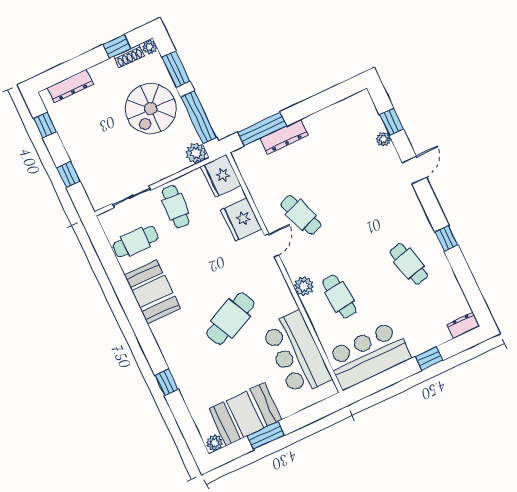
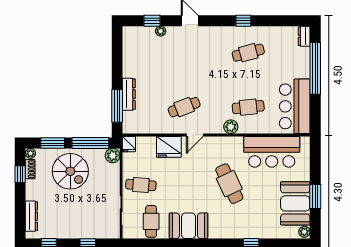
fridge: (221, 176) -> (129, 144), width x0.53, depth x0.75
door: (272, 245) -> (195, 135), swing flipped
window: (429, 359) -> (315, 68), width x3.17

